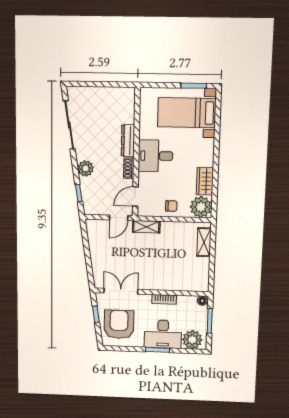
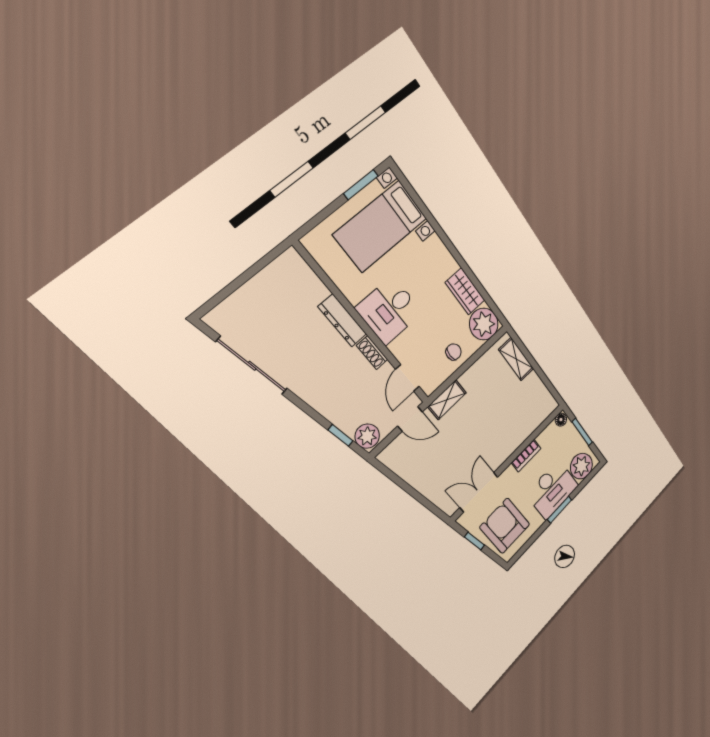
plant: (86, 168) -> (367, 436), moved
door: (119, 218) -> (410, 419), hinge flipped

